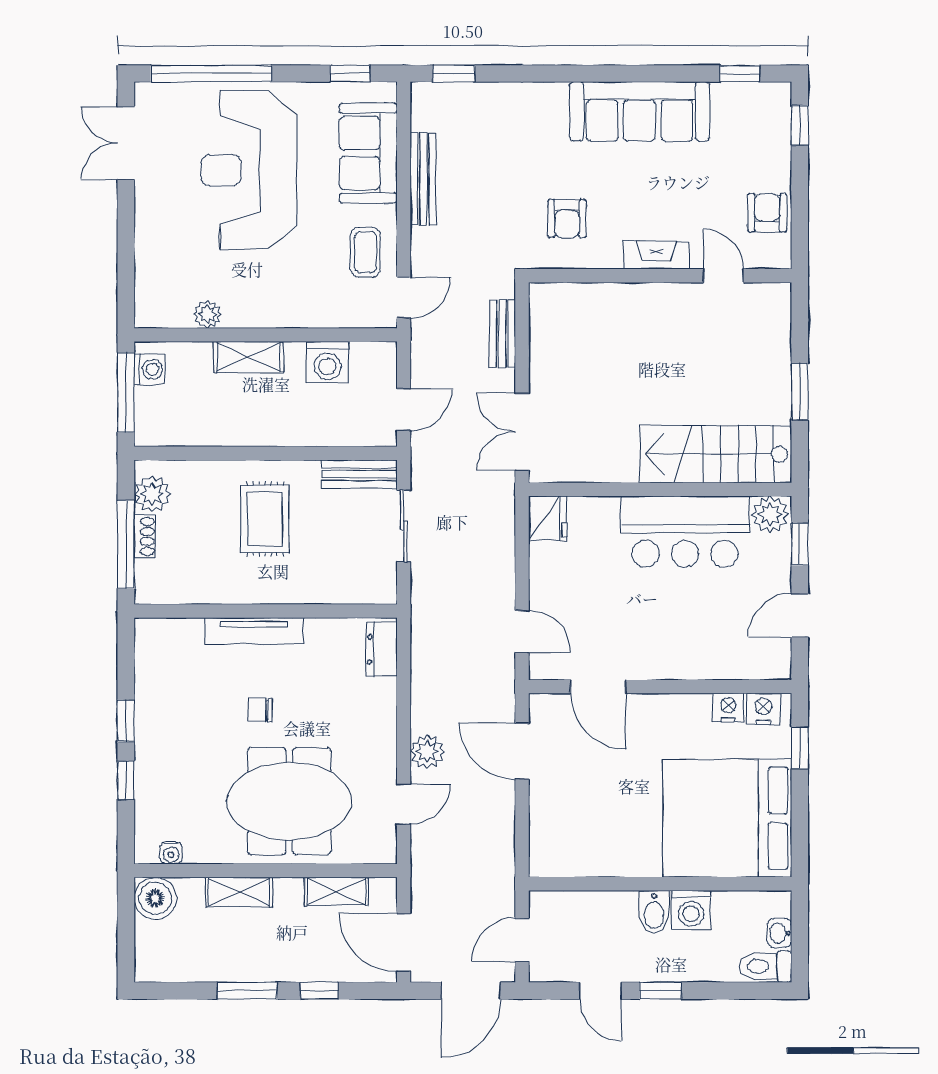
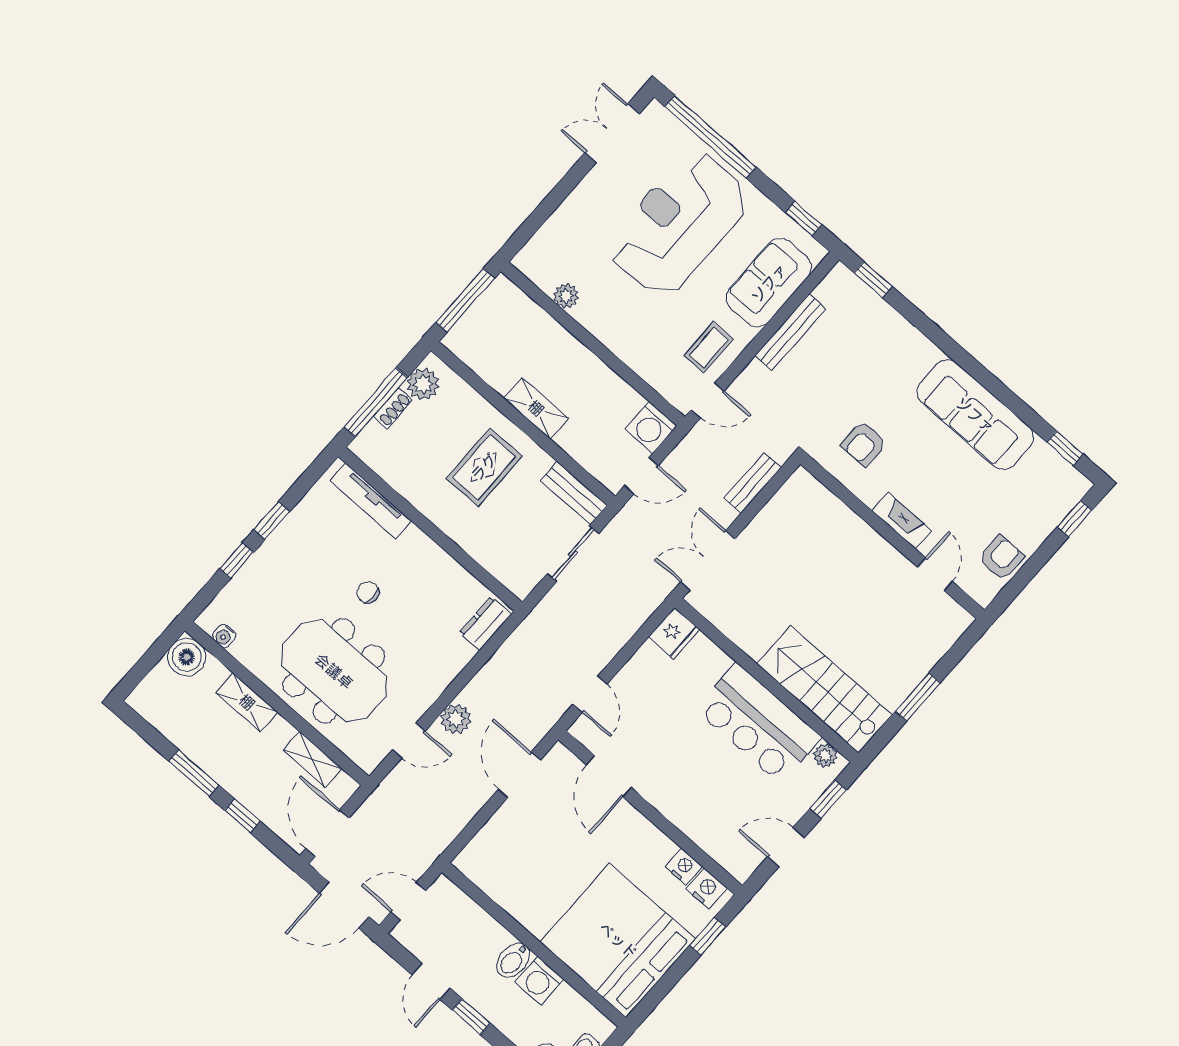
shelving: (248, 357) -> (536, 408), moved
washing machine: (328, 362) -> (651, 428), moved
washing machine: (149, 369) -> (495, 299), removed
plant: (770, 514) -> (825, 756), width x0.73, depth x0.73
tv unit: (254, 631) -> (371, 501), moved

